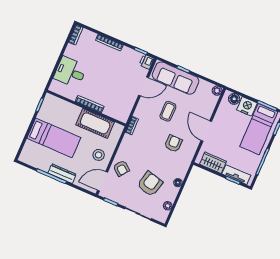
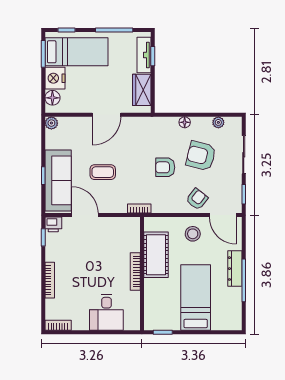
armchair: (173, 144) -> (165, 167), moved

